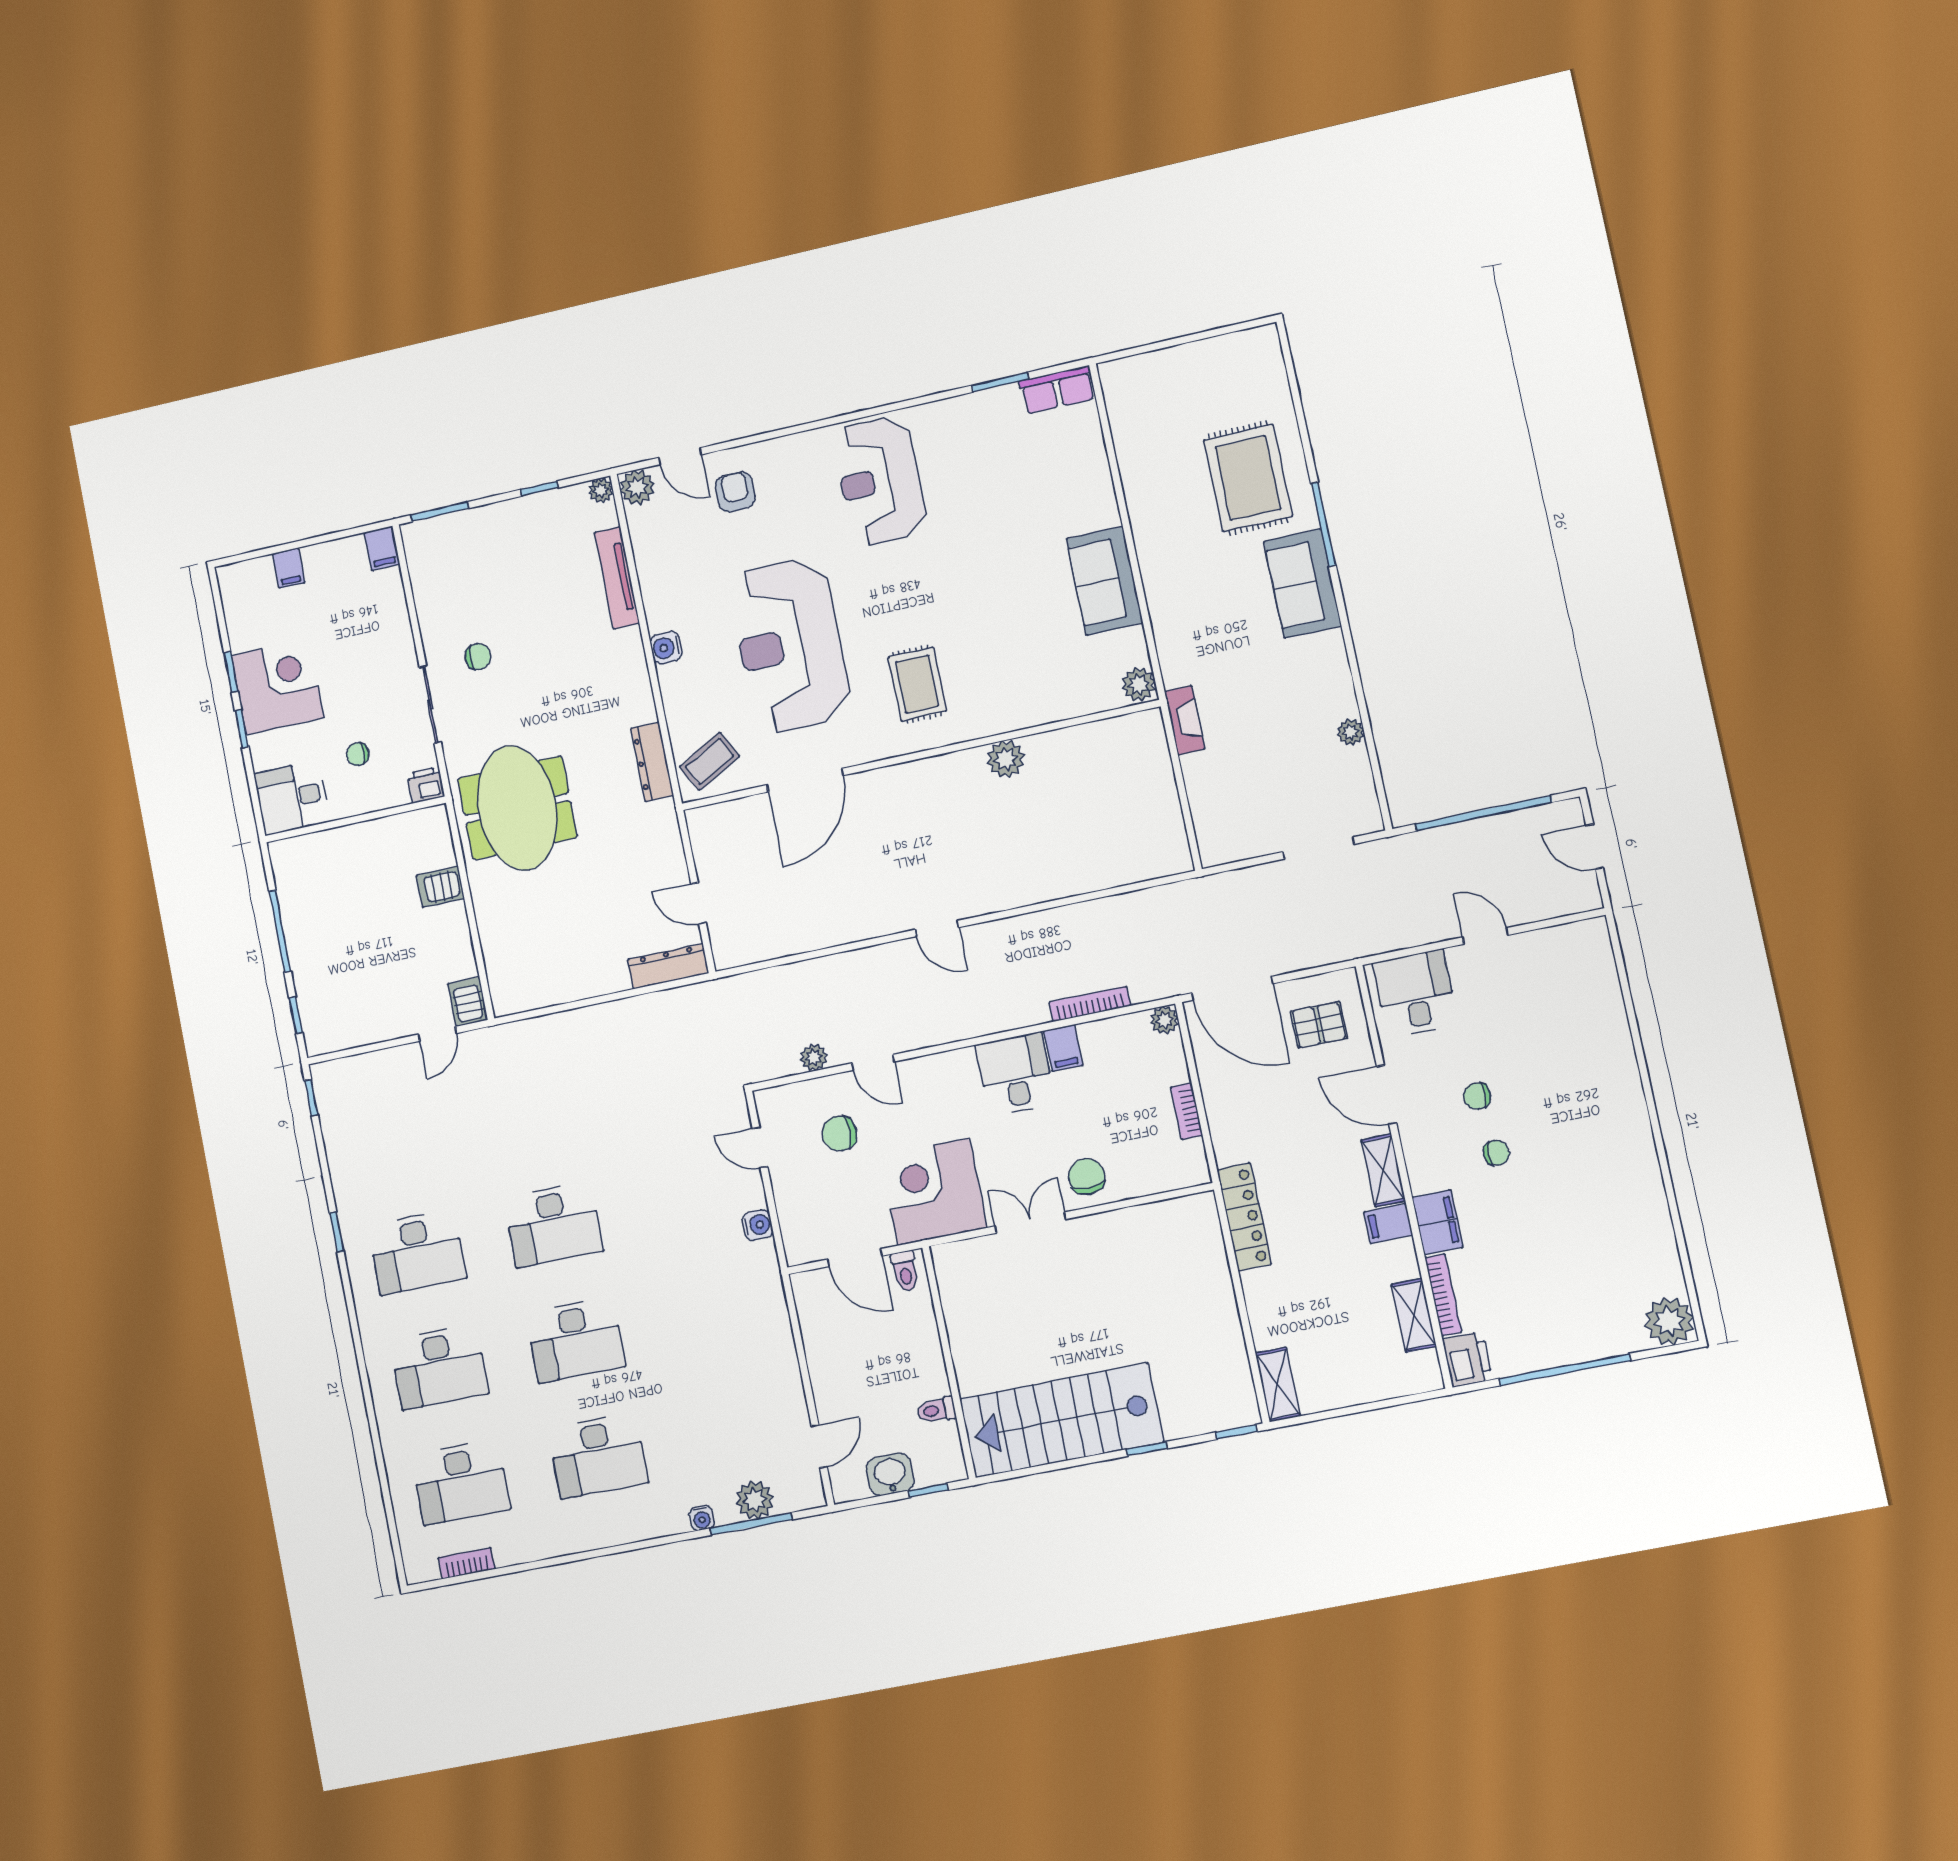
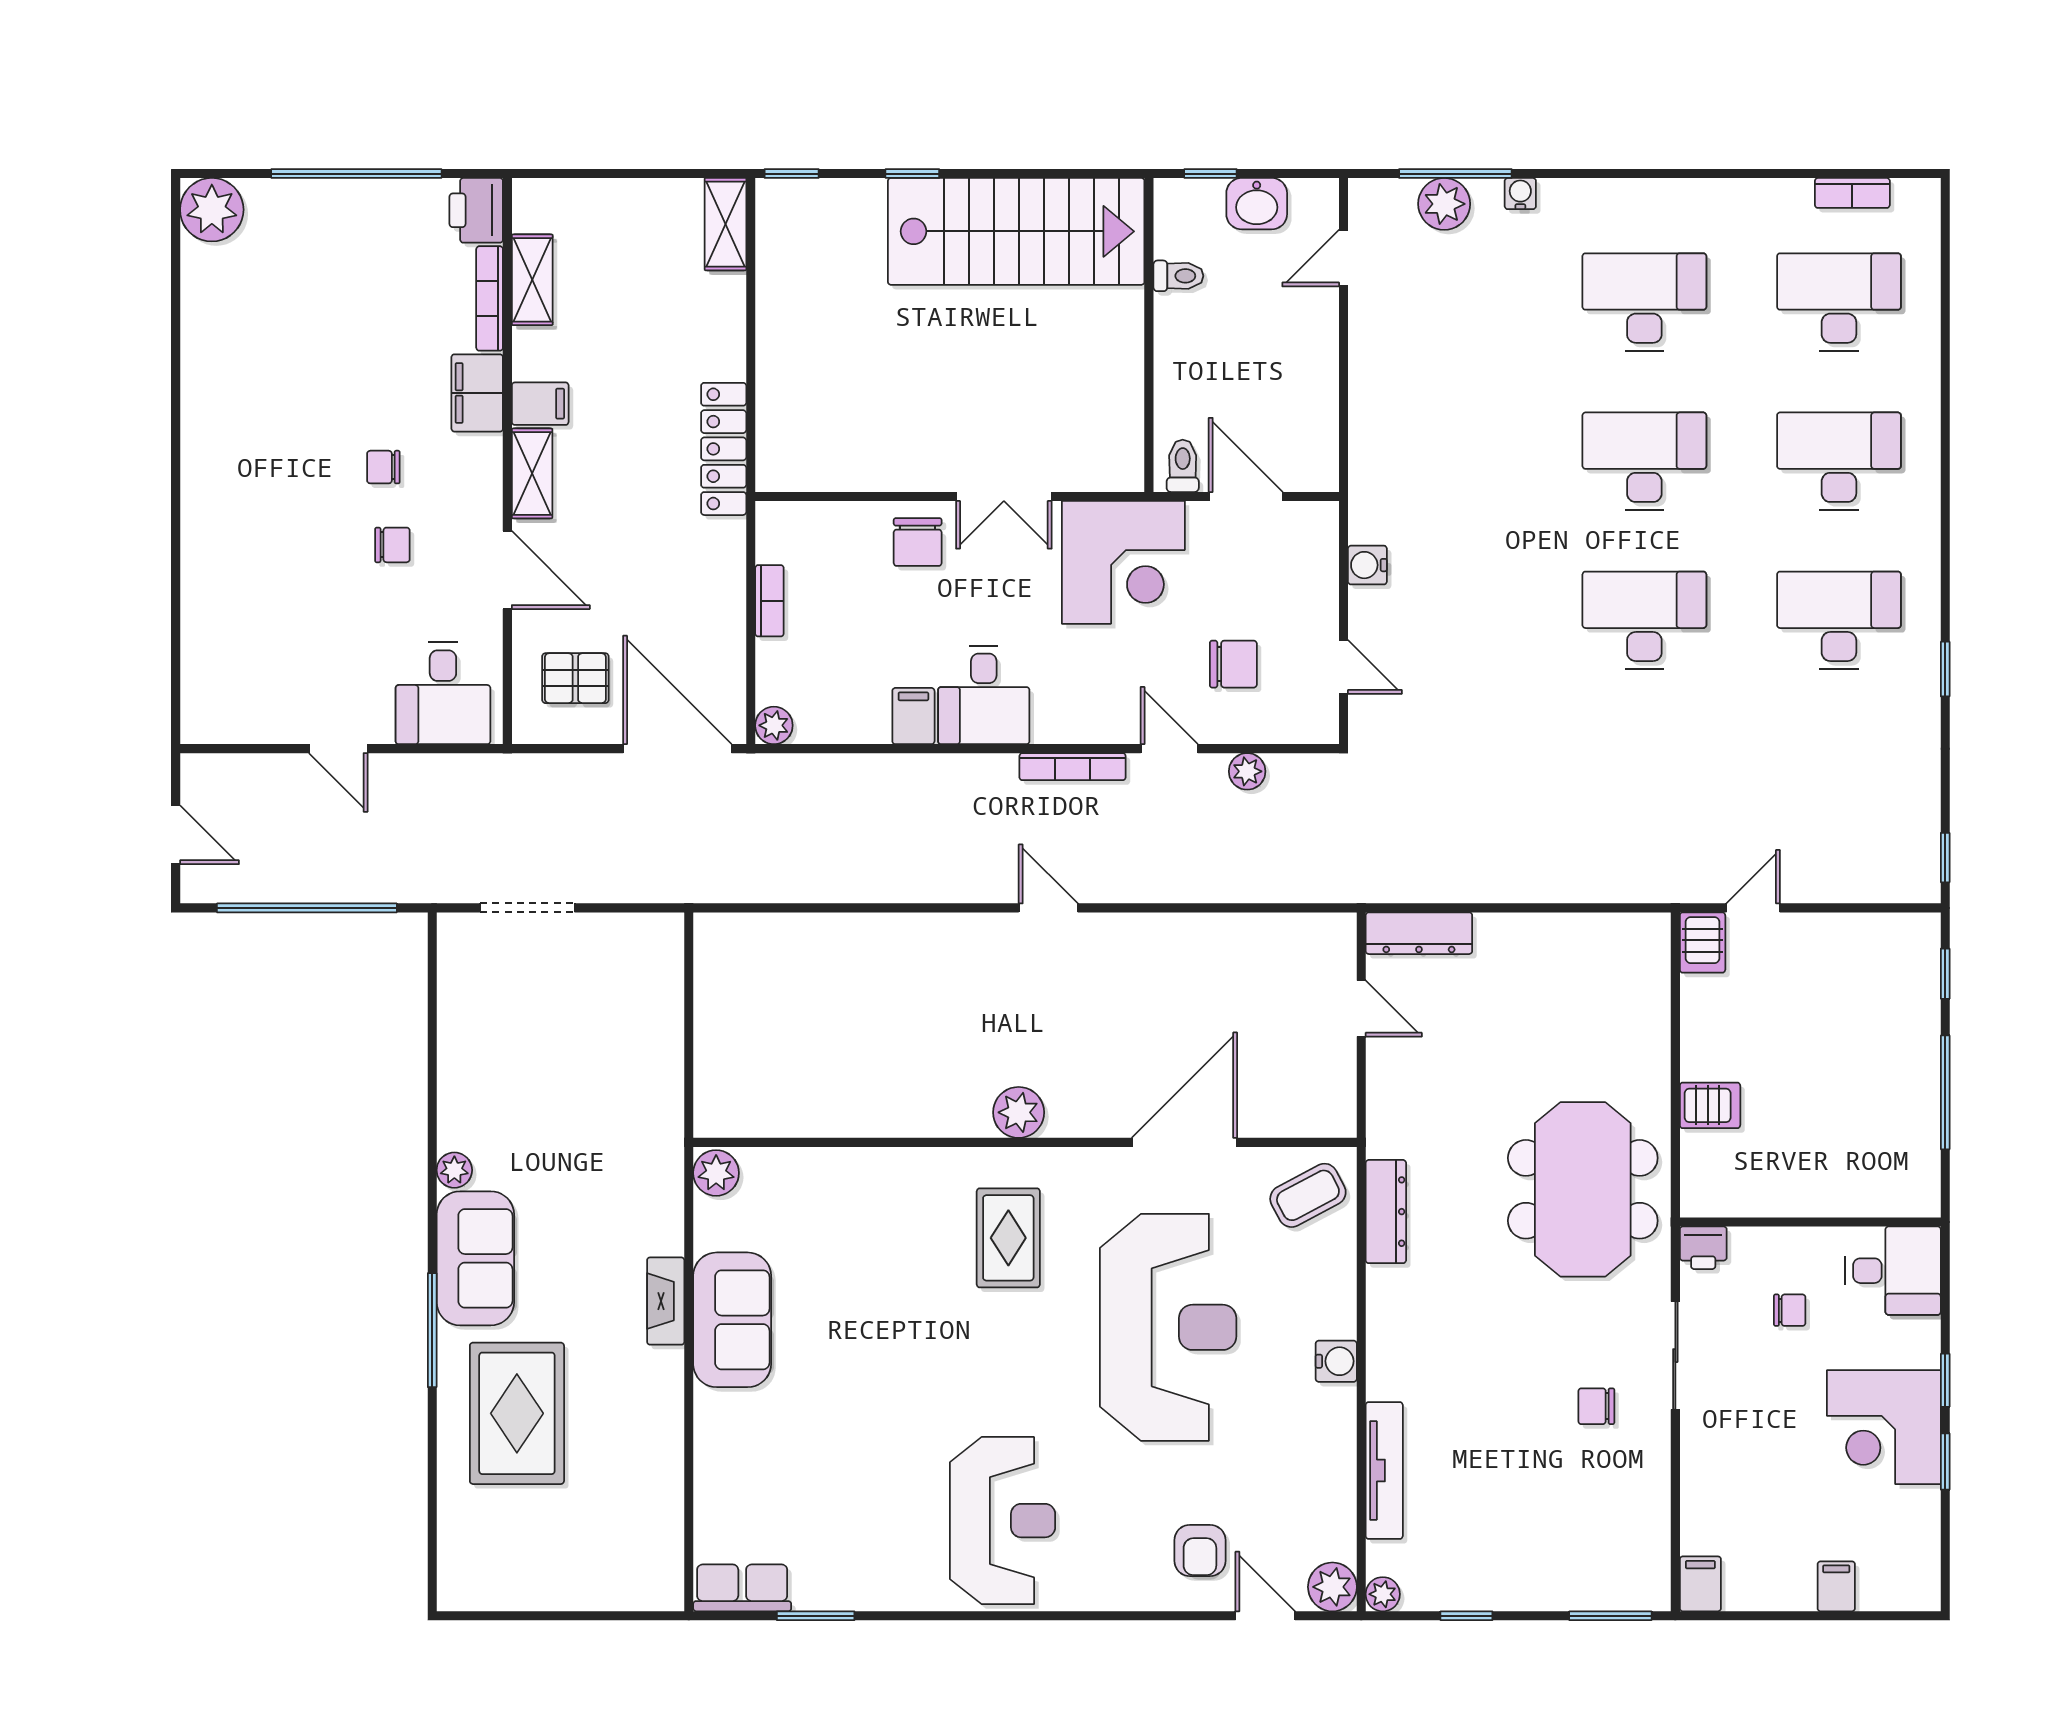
fireplace: (1185, 720) -> (666, 1301), moved
plant: (1351, 732) -> (454, 1170), moved
plant: (1006, 759) -> (1019, 1112), moved
bookcase: (1090, 1004) -> (1073, 767), moved

